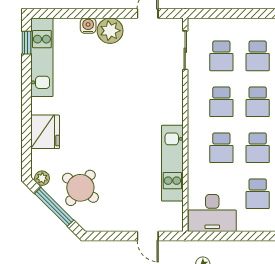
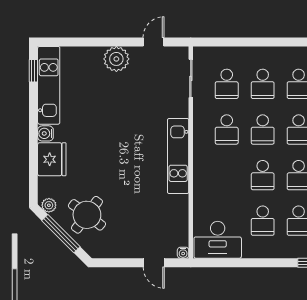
water cooler: (88, 26) -> (45, 133), moved, turned -90
school desk: (221, 148) -> (227, 175), removed
kitchen unit: (172, 163) -> (178, 156), moved
water cooler: (177, 226) -> (183, 253), added

